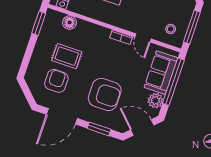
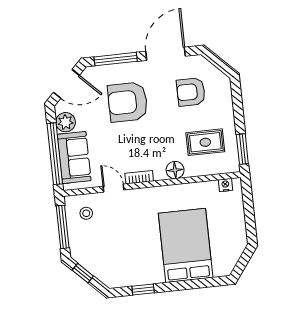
floor lamp: (70, 22) -> (175, 170), moved
rug: (67, 56) -> (205, 142), moved
armchair: (56, 81) -> (191, 92), turned 90
window: (99, 129) -> (116, 59), width x1.44

